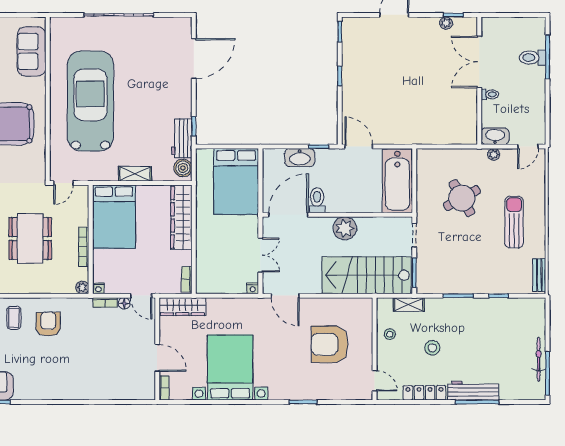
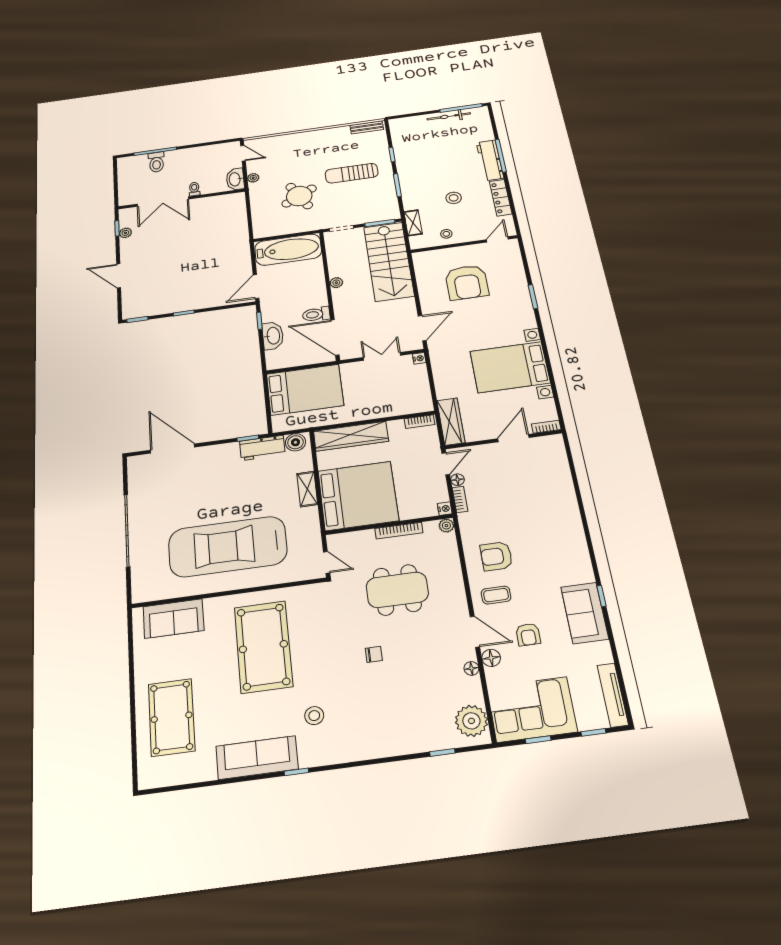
bed: (114, 217) -> (358, 496), width x1.36
sun lounger: (514, 222) -> (352, 173), moved
plant: (345, 228) -> (336, 283), width x0.53, depth x0.53

